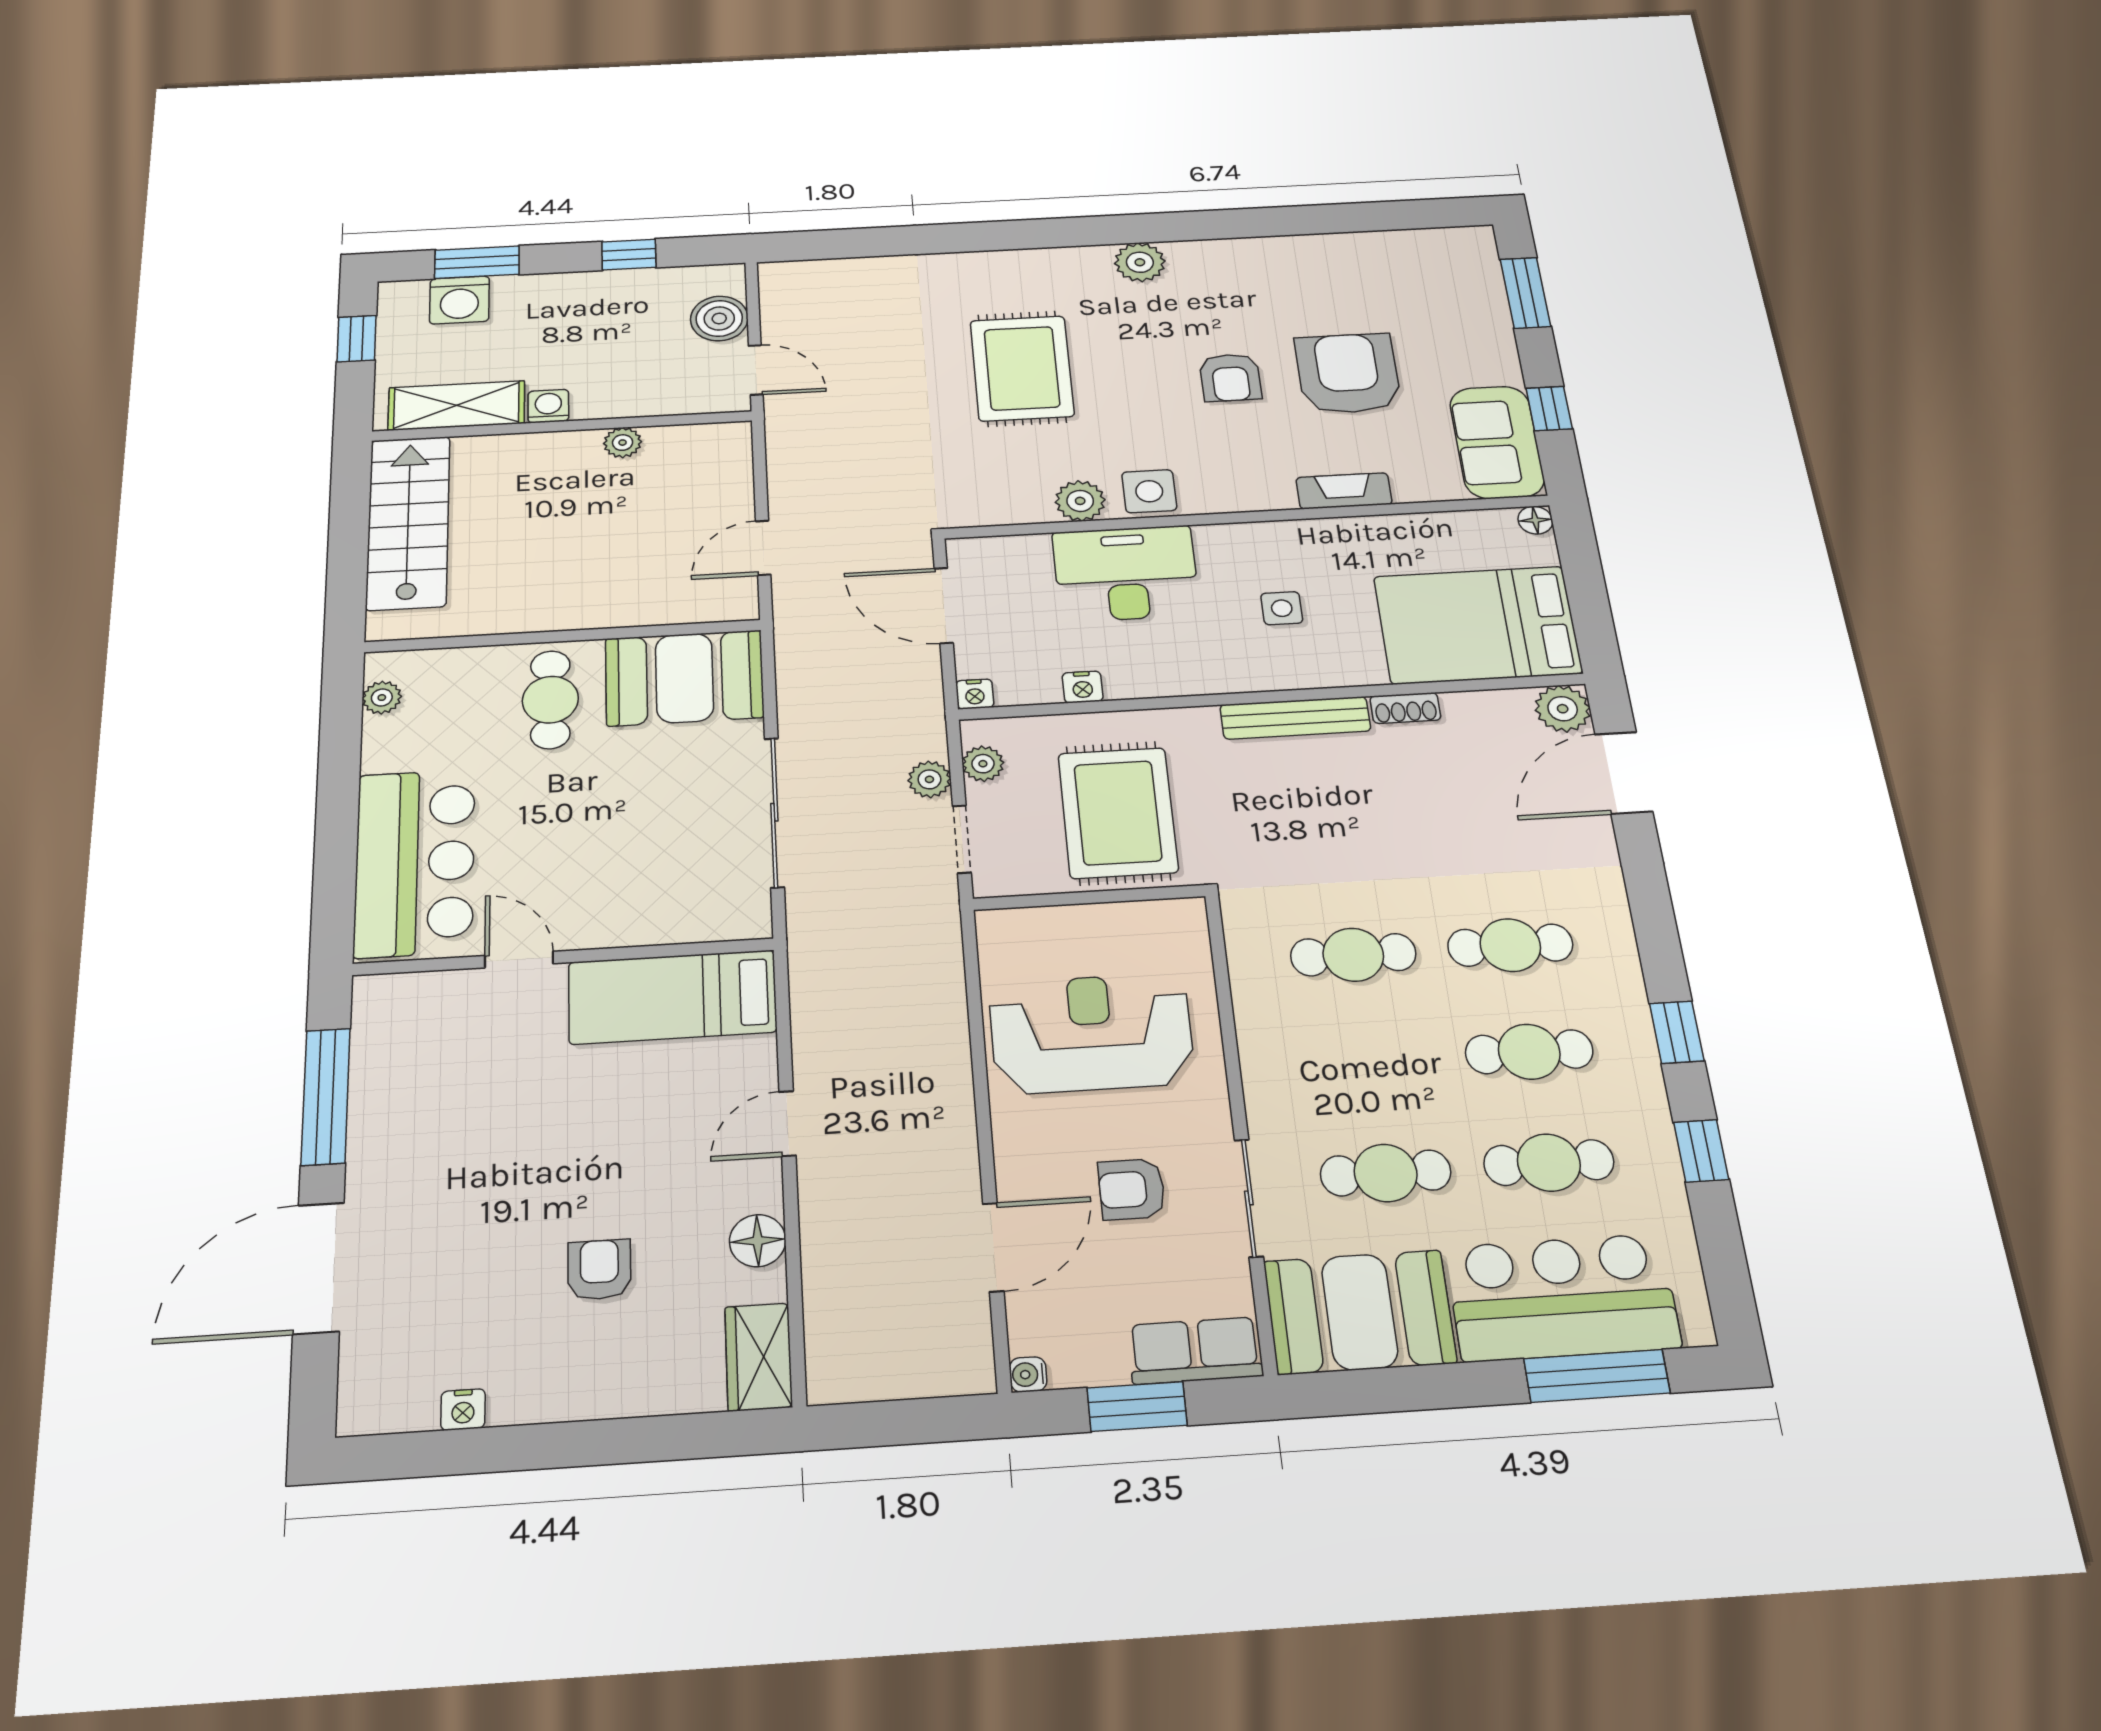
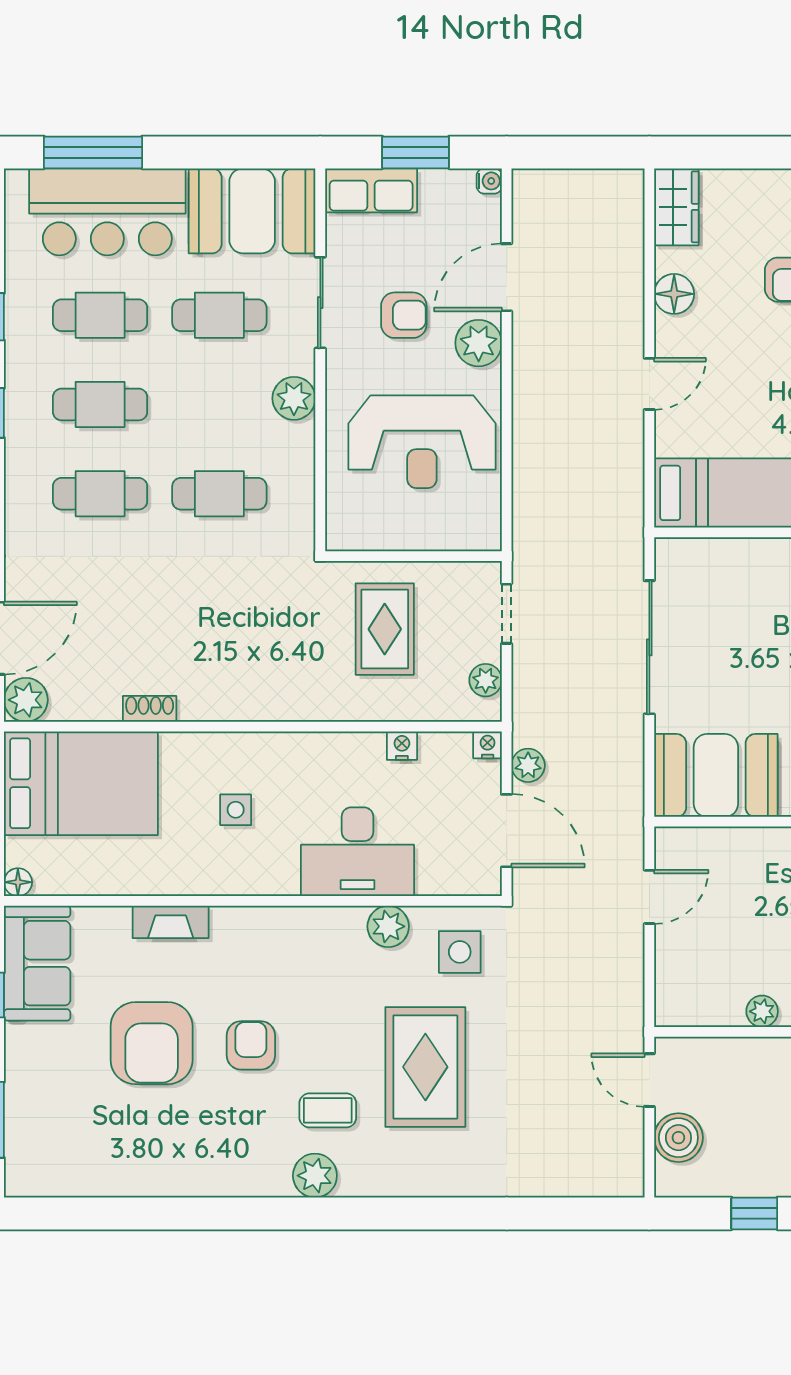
coffee table: (1132, 322) -> (328, 1110), added
side table: (1149, 491) -> (460, 952), moved
bench: (1295, 718) -> (237, 706), removed
plant: (929, 779) -> (528, 765), moved
rug: (1118, 813) -> (385, 629), width x0.73, depth x0.70
plant: (1270, 1075) -> (294, 398), added
plant: (1025, 1160) -> (479, 343), added

